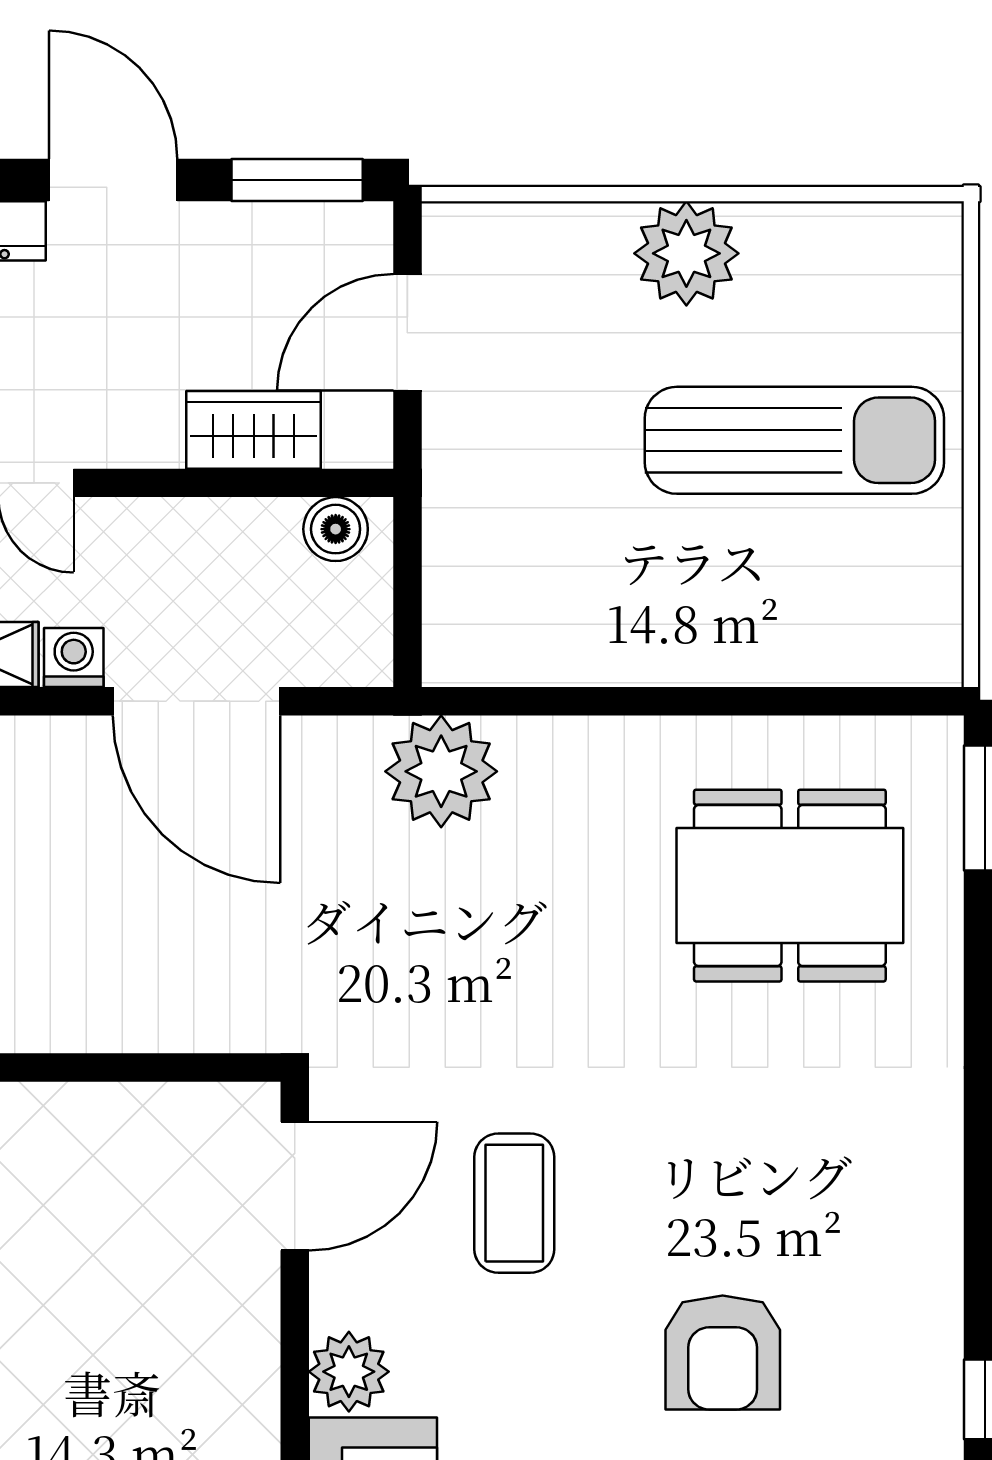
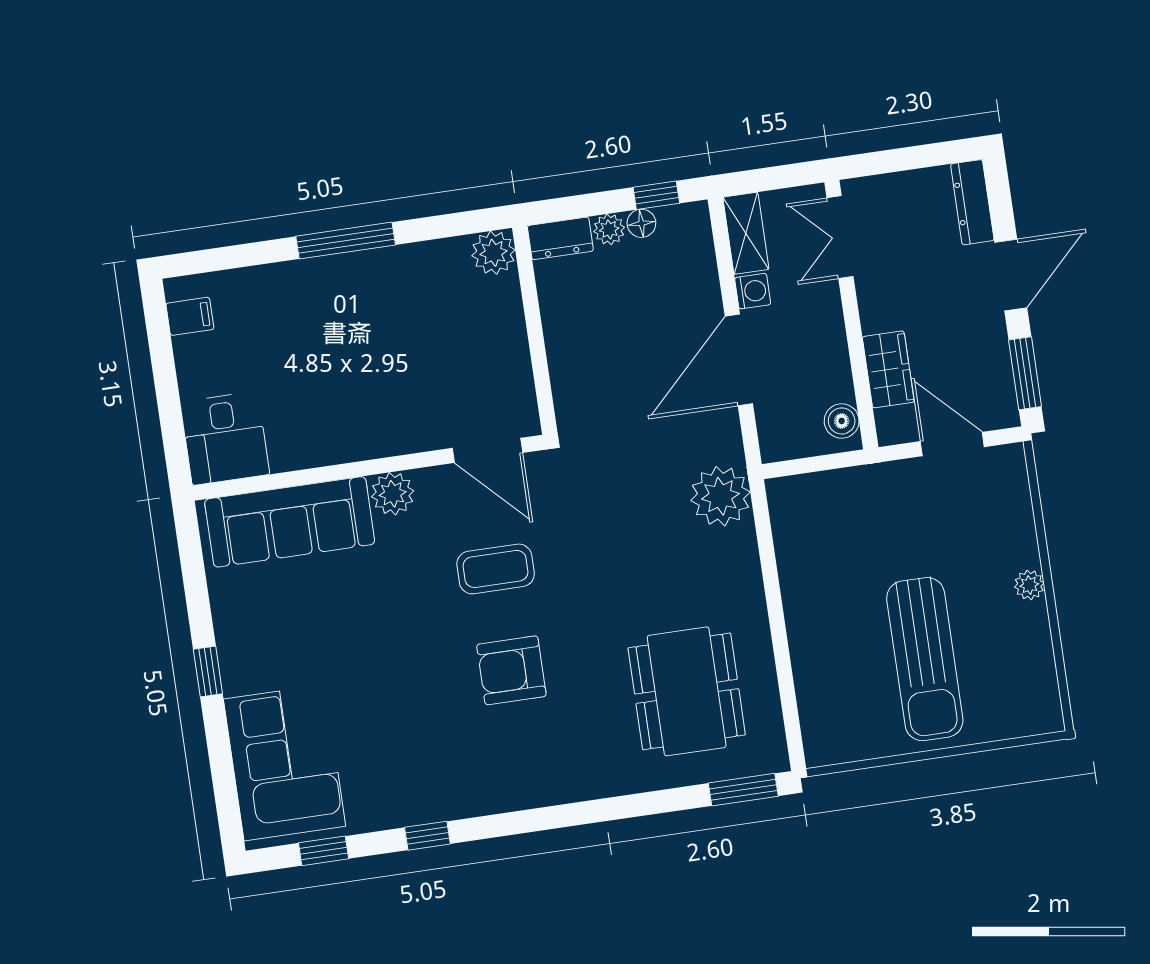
plant: (686, 253) -> (1029, 585), width x0.53, depth x0.53
armchair: (723, 1352) -> (511, 670), moved

